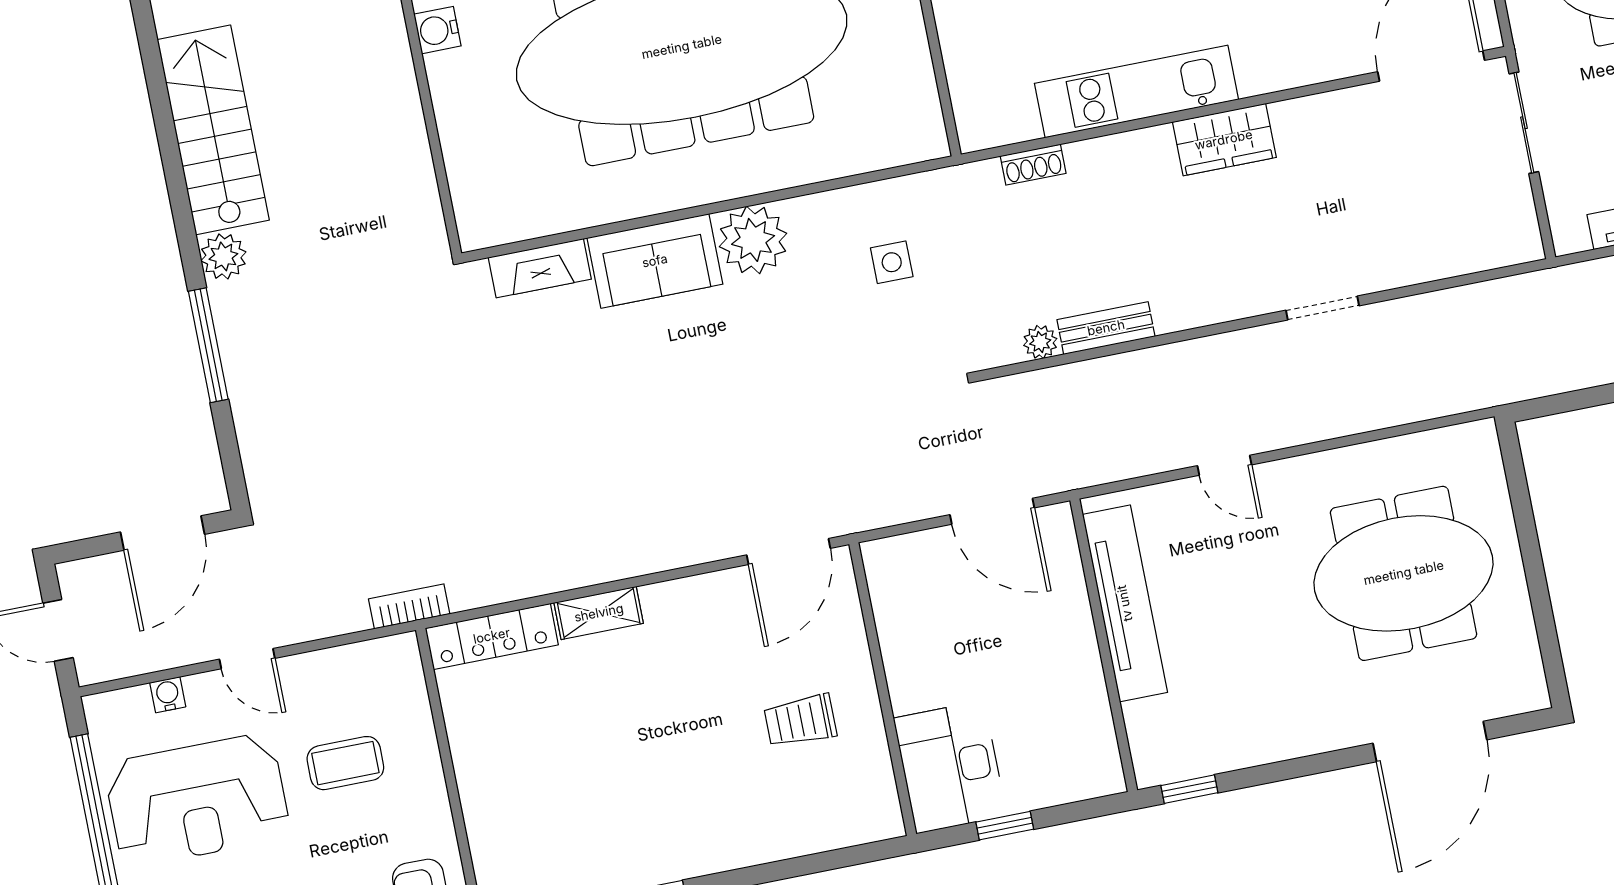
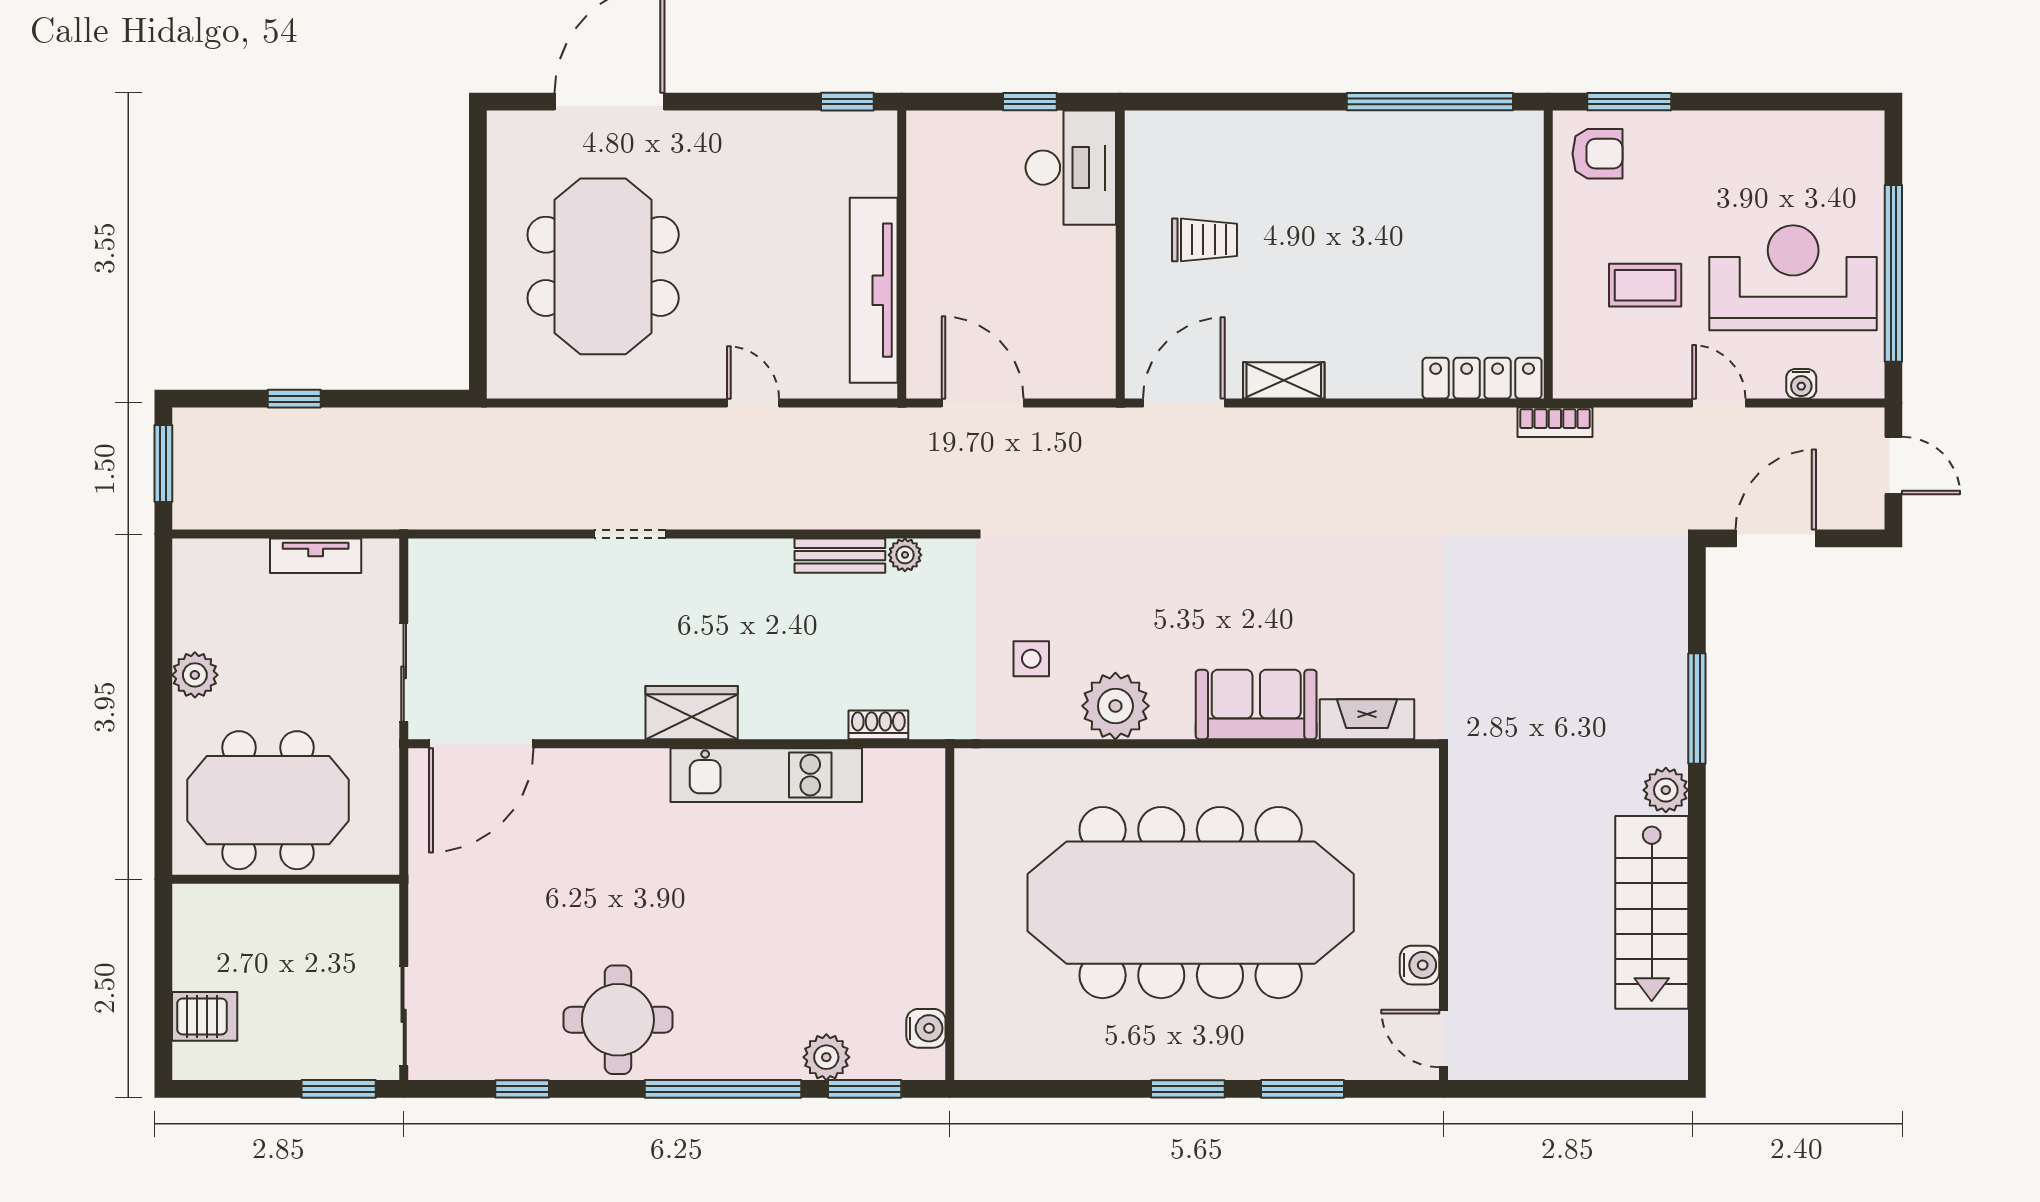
plant: (753, 240) -> (1115, 706), moved
meeting table: (1404, 573) -> (603, 266), turned 90
shelving: (599, 613) -> (1284, 380), moved

